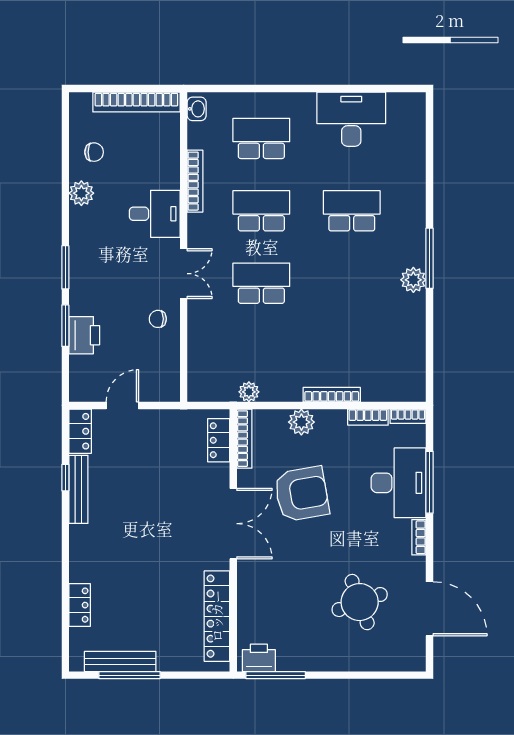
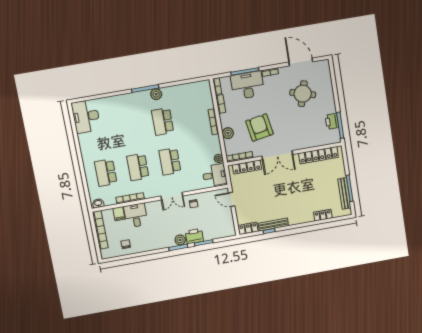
desk: (351, 119) -> (86, 116), moved
filing cabinet: (165, 150) -> (119, 214), added
plant: (81, 193) -> (180, 240), moved
school desk: (352, 211) -> (163, 121), moved
desk: (155, 214) -> (136, 215), moved
double door: (184, 274) -> (172, 196), swing flipped
printer: (84, 335) -> (194, 236), moved
desk: (213, 377) -> (215, 175), added
door: (122, 405) -> (232, 199), moved
locker: (219, 440) -> (247, 167), width x1.53
double door: (233, 524) -> (277, 155), swing flipped
round table: (360, 602) -> (303, 94), turned 36
door: (430, 609) -> (301, 62), hinge flipped
printer: (259, 658) -> (332, 121), moved

